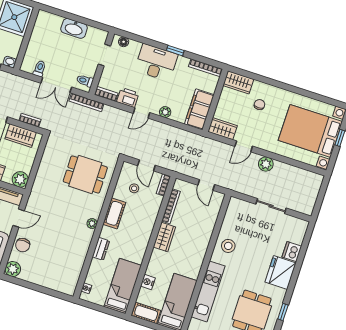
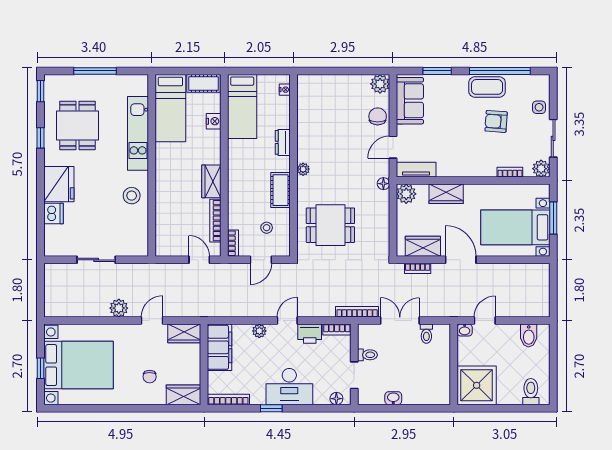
washbasin: (74, 28) -> (393, 398), width x0.52, depth x0.69
toilet: (85, 81) -> (367, 355), moved
door: (146, 165) -> (261, 260), swing flipped
door: (206, 185) -> (199, 260), moved
floor lamp: (35, 193) -> (383, 184), added

